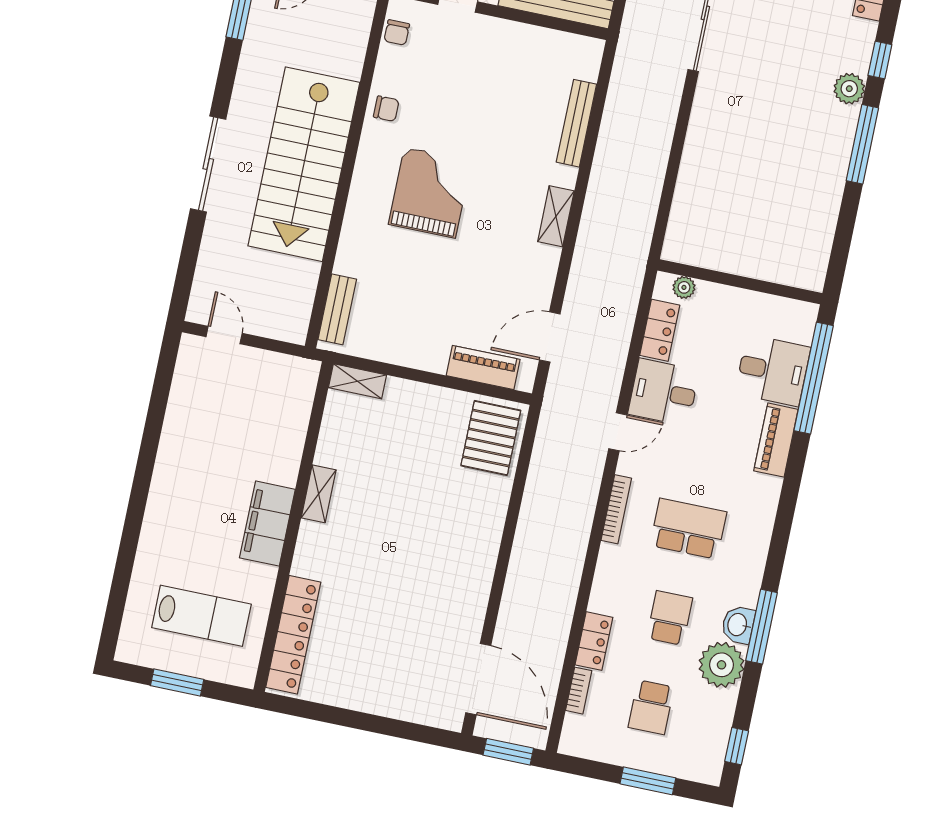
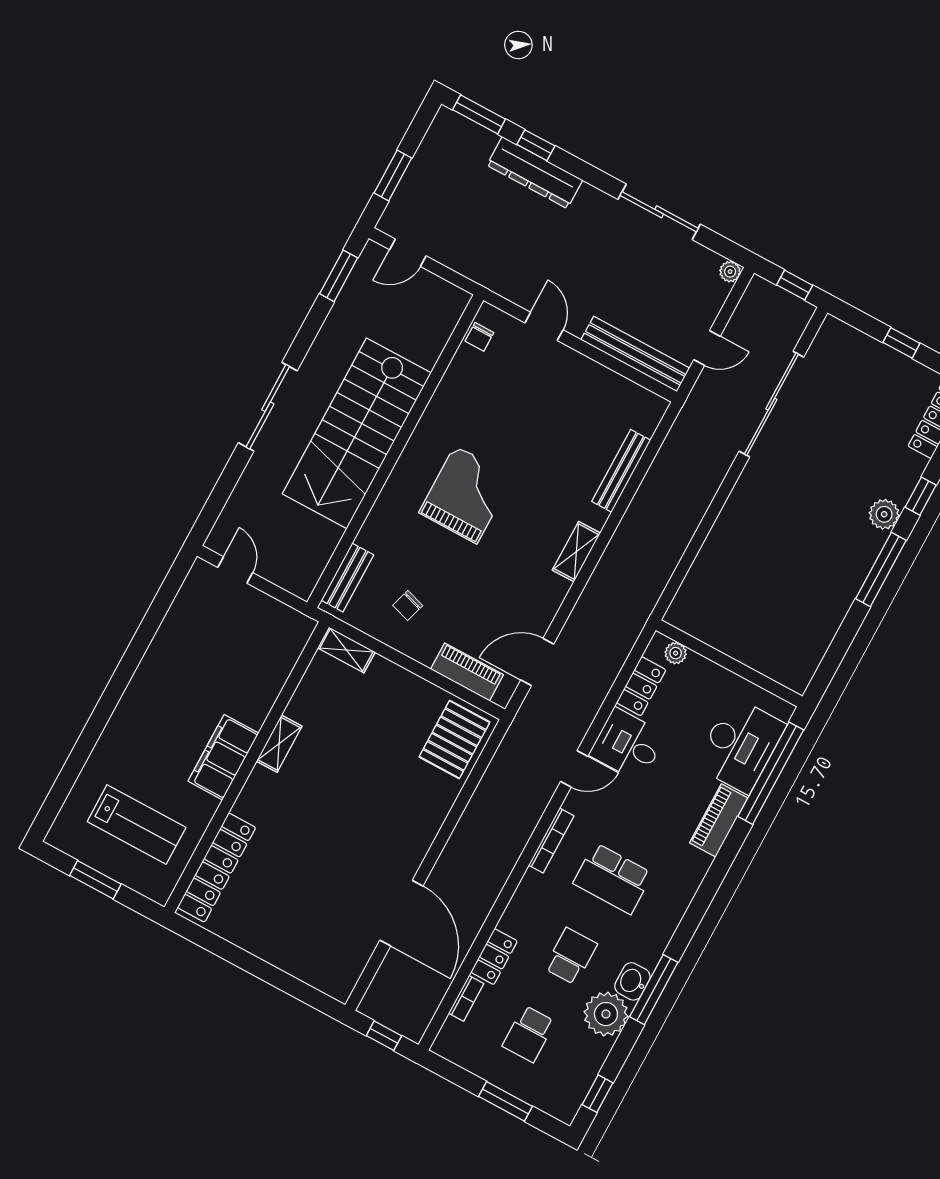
chair: (386, 109) -> (408, 606), moved, turned 107
desk: (773, 370) -> (740, 745), width x1.37
school desk: (688, 529) -> (613, 878), turned 180
door: (478, 679) -> (401, 913), moved
window: (508, 752) -> (384, 1036), width x0.67

